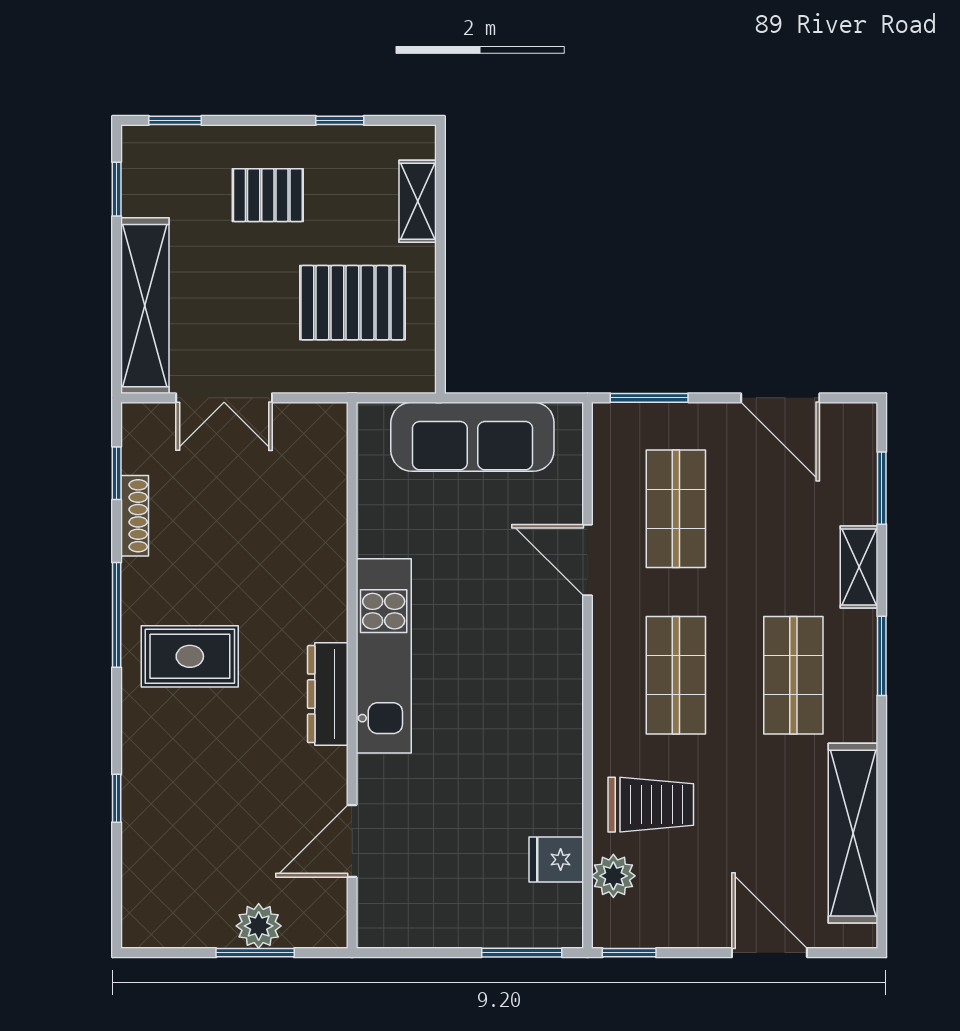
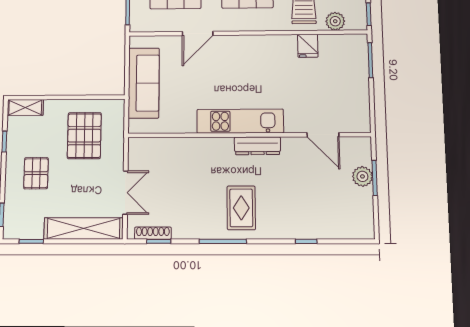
shelving: (418, 201) -> (25, 107), moved
shoe rack: (135, 516) -> (153, 233), moved
fridge: (556, 860) -> (308, 46), moved

